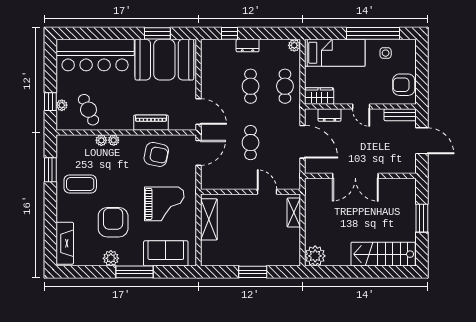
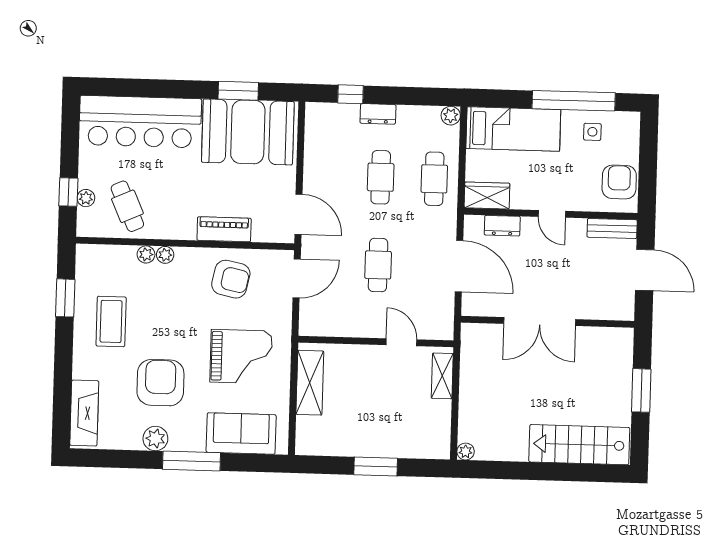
armchair: (404, 85) -> (619, 182), turned 90
coffee table: (80, 184) -> (111, 321), turned 90
plant: (315, 256) -> (466, 452), width x0.53, depth x0.53

